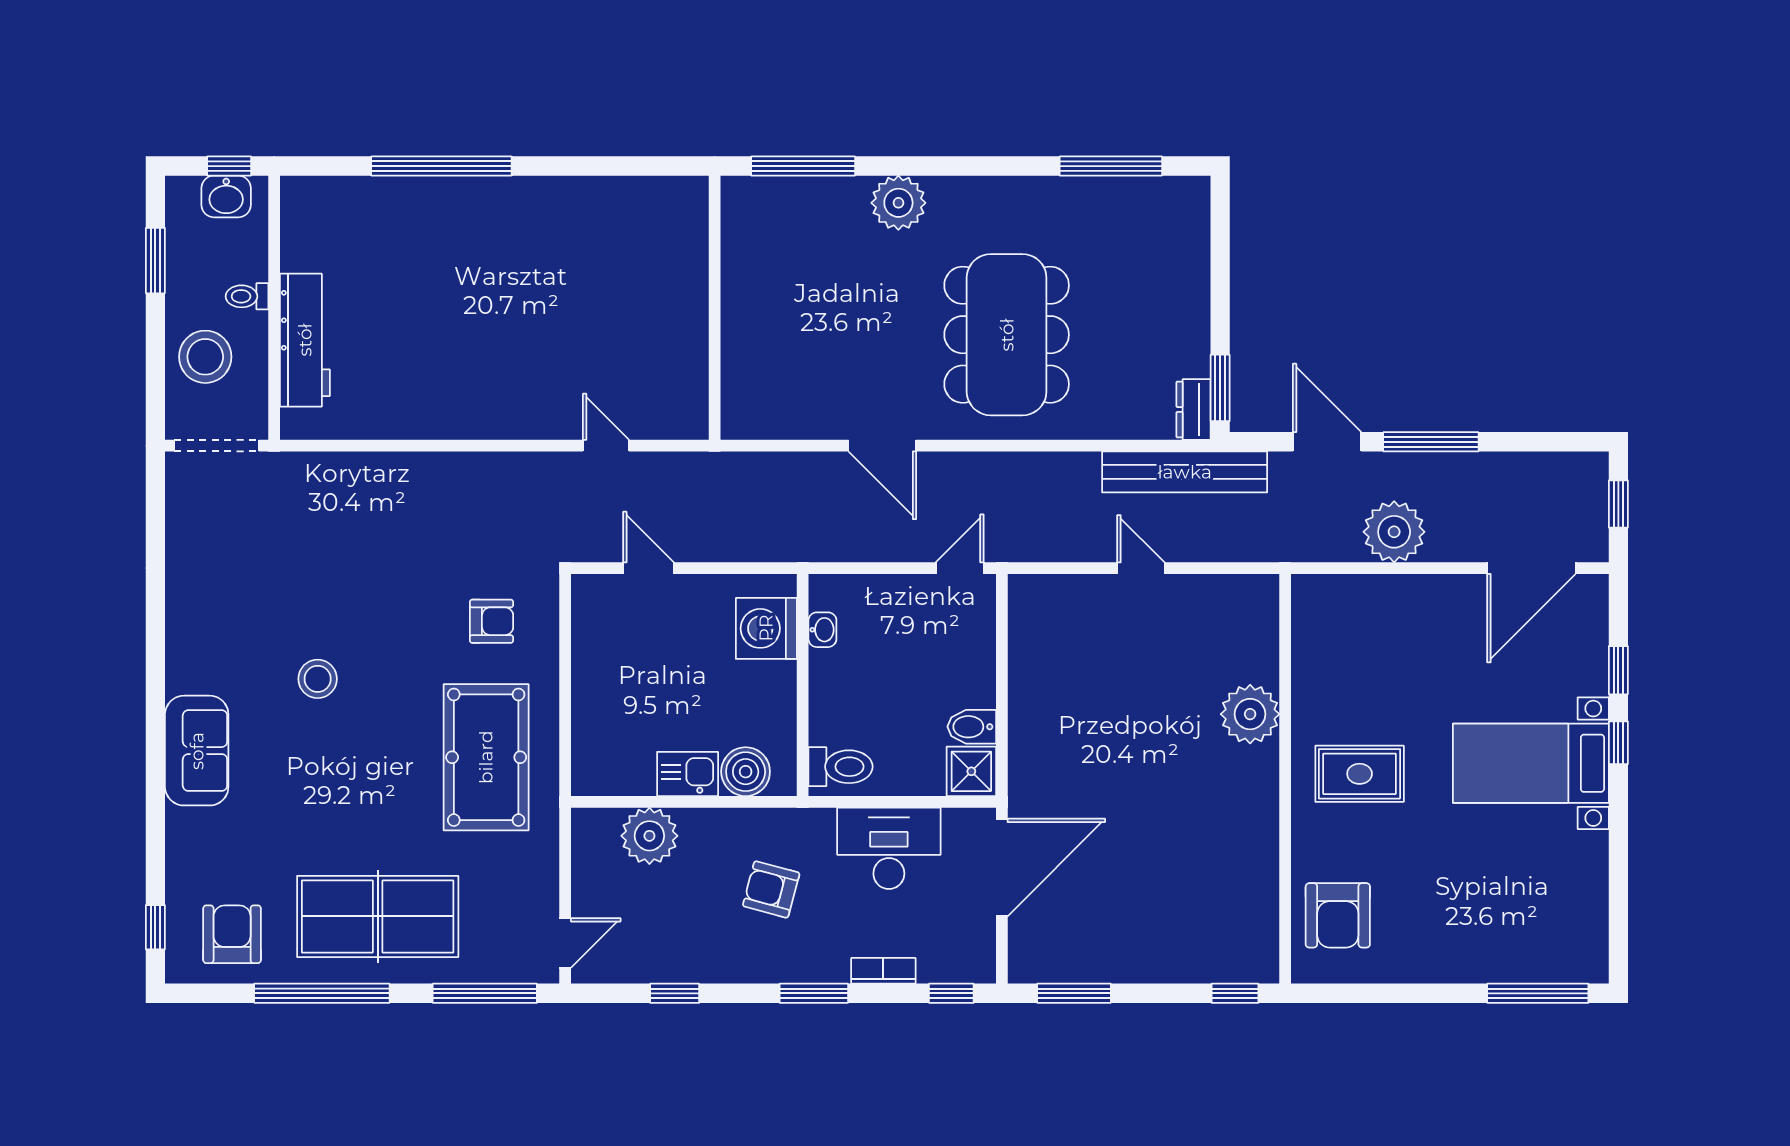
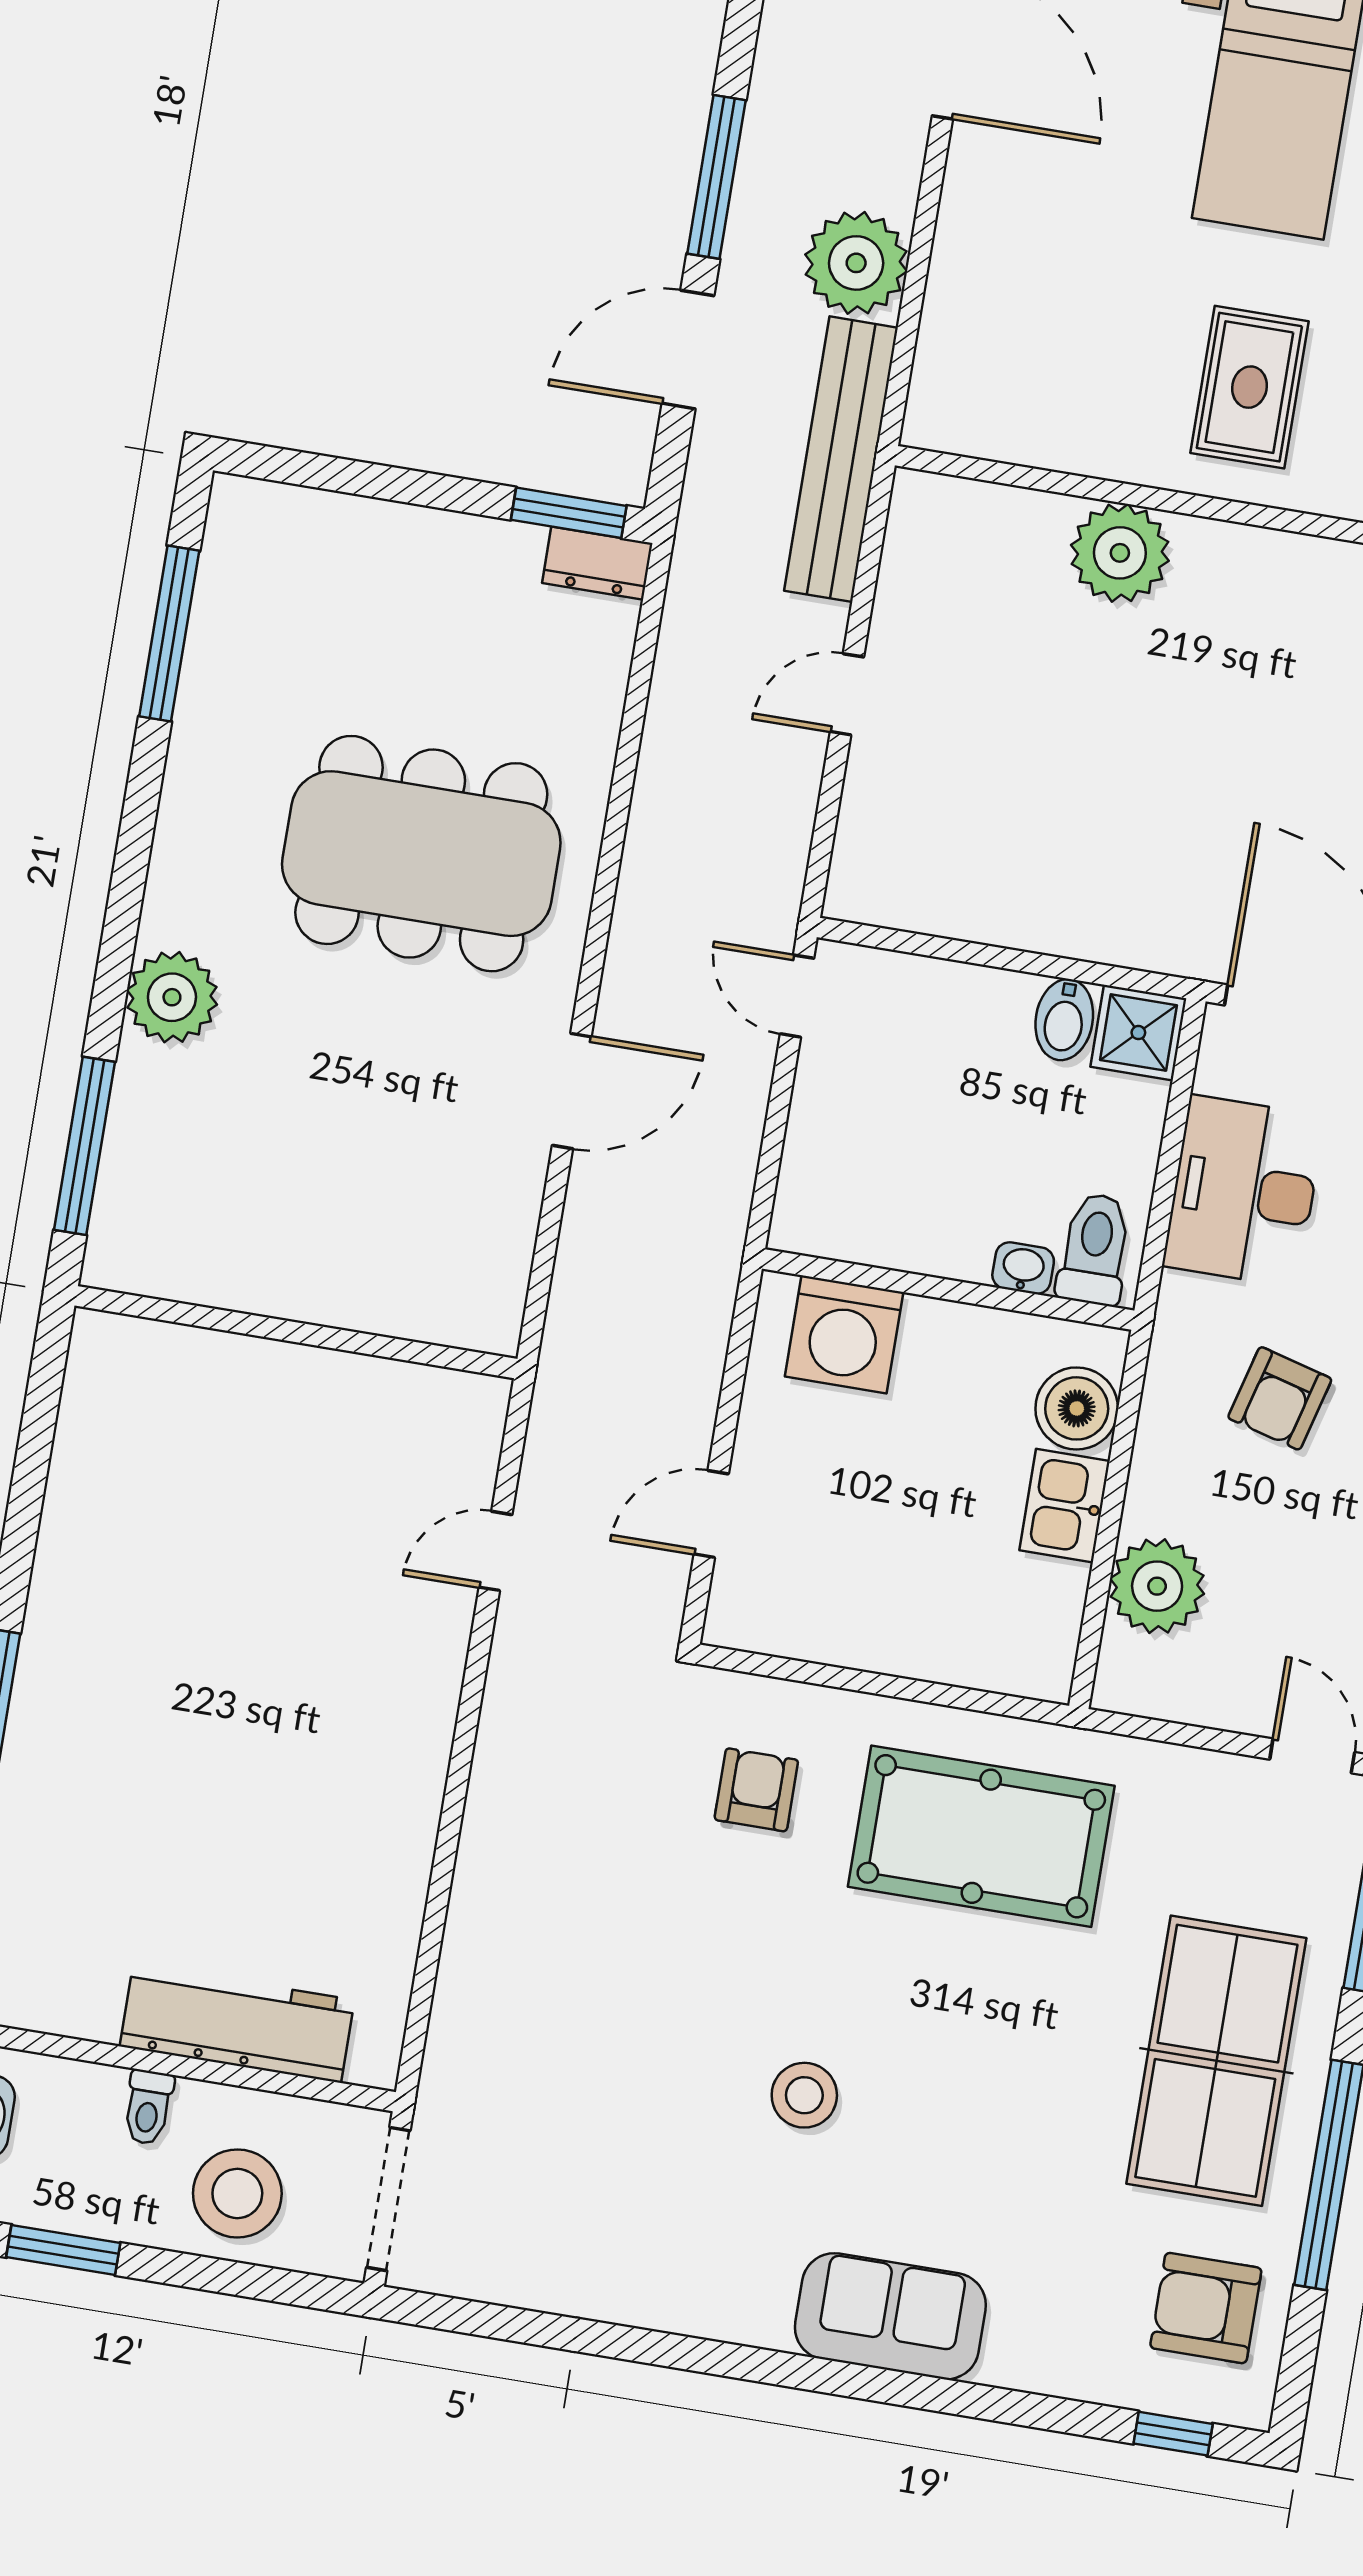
bench: (1185, 472) -> (841, 459), moved
washbasin: (822, 630) -> (1023, 1268), moved

